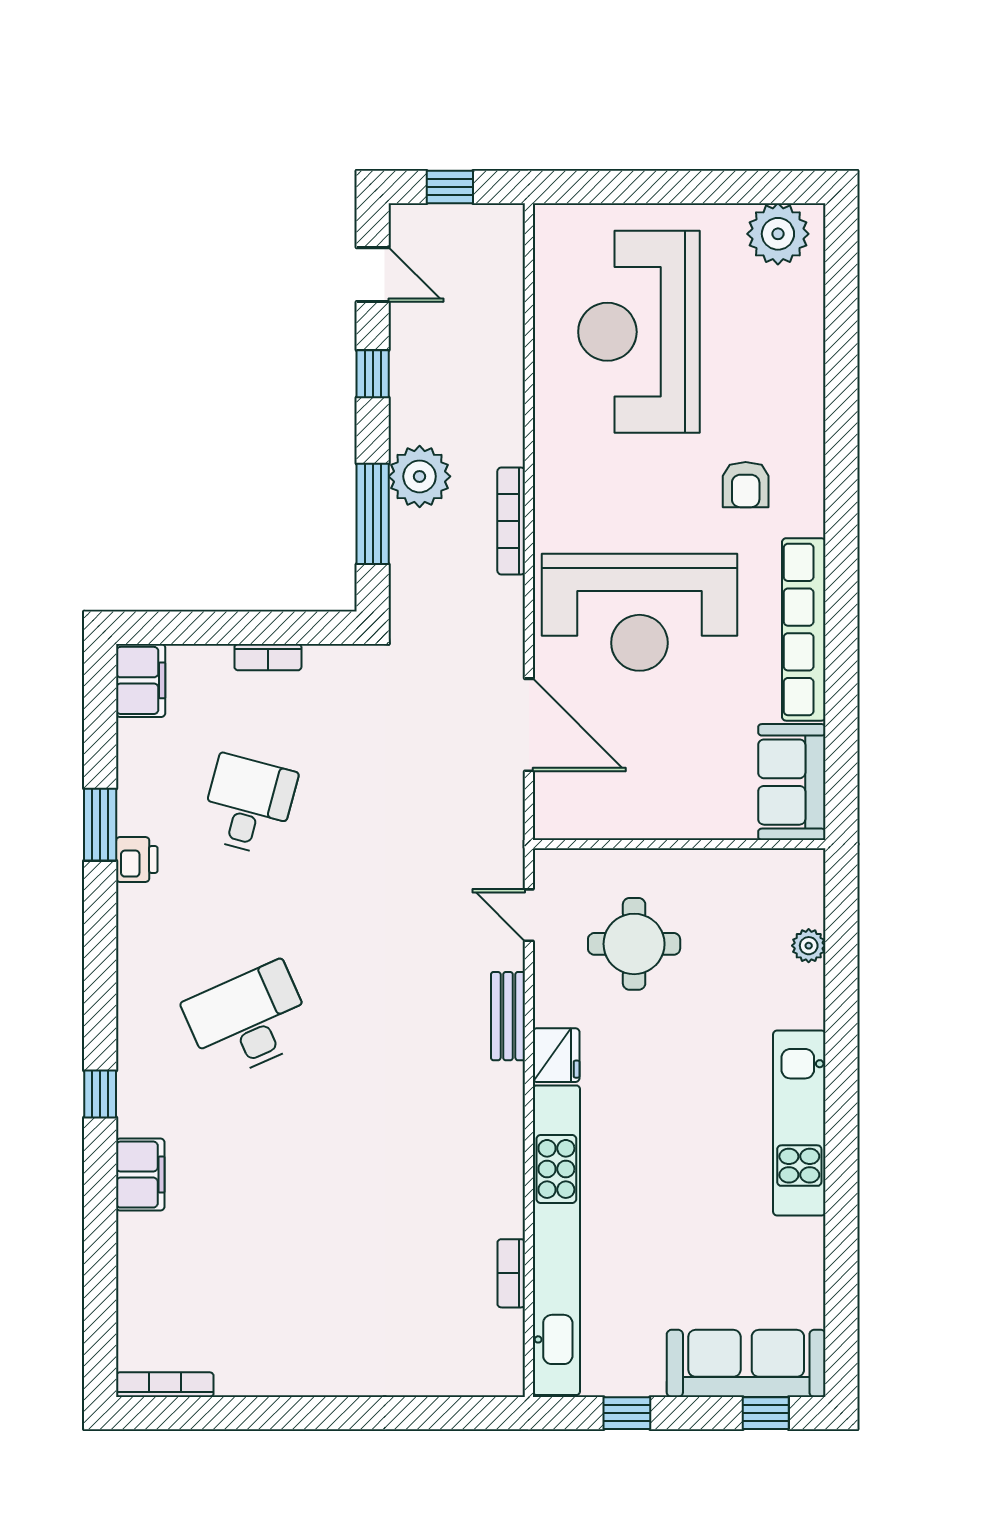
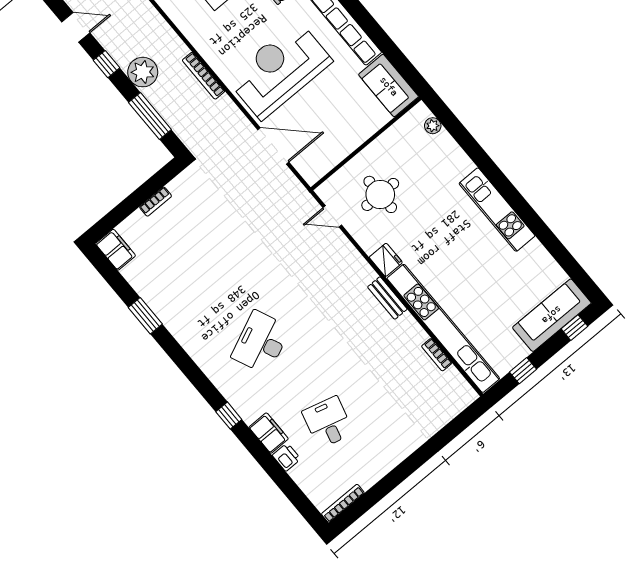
plant: (420, 476) -> (143, 72), moved
reception desk: (639, 612) -> (279, 70), turned 180
desk: (248, 805) -> (328, 422), moved
printer: (137, 859) -> (287, 457), moved
plant: (809, 946) -> (433, 126), moved
bench: (508, 1016) -> (387, 298), moved

